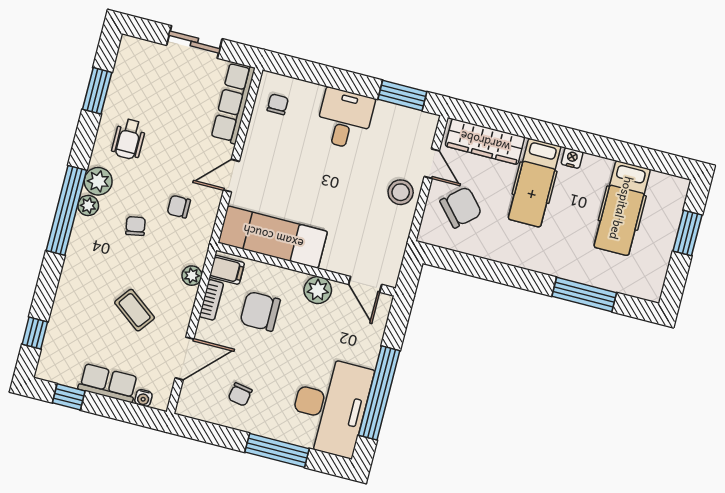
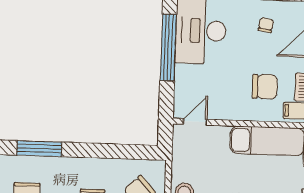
door: (365, 284) -> (195, 122), hinge flipped
plant: (318, 290) -> (227, 111), removed

